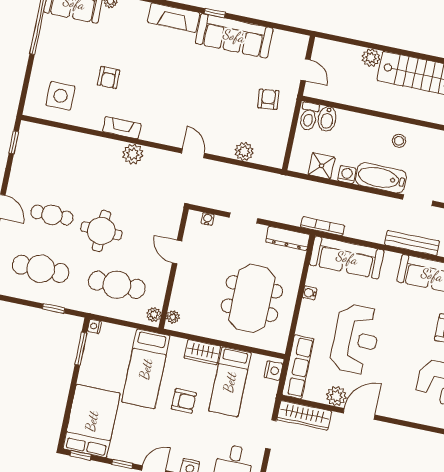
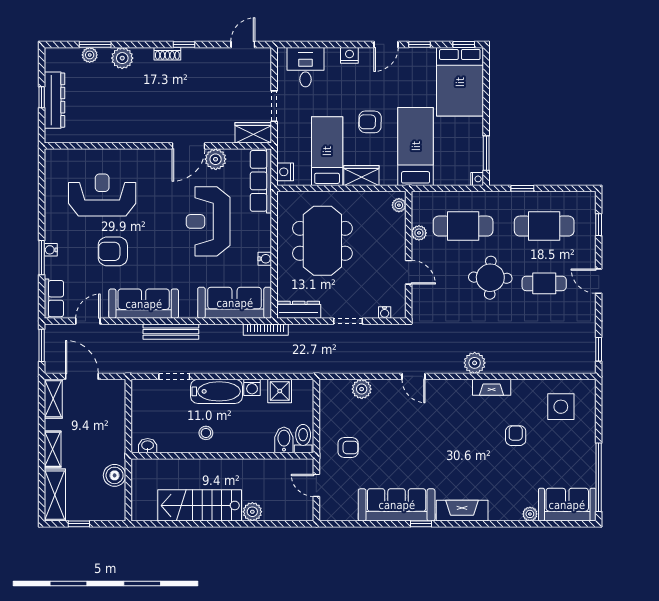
armchair: (268, 99) -> (348, 447), turned -84
plant: (154, 315) -> (419, 233), moved
wardrobe: (304, 415) -> (253, 133), width x0.67

